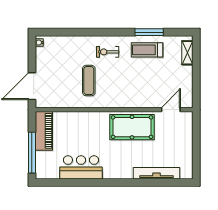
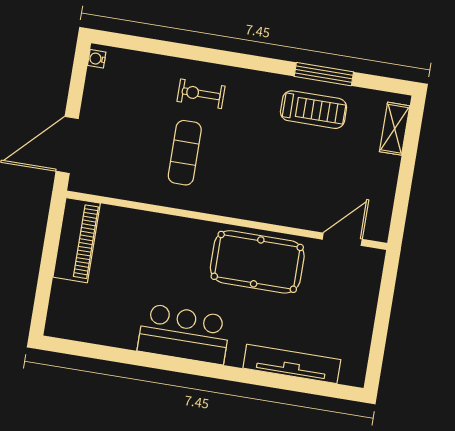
treadmill: (147, 50) -> (314, 110), turned 180
exercise bike: (108, 52) -> (201, 94), moved
window: (32, 153) -> (45, 281), removed
bar counter: (81, 167) -> (184, 334), moved

